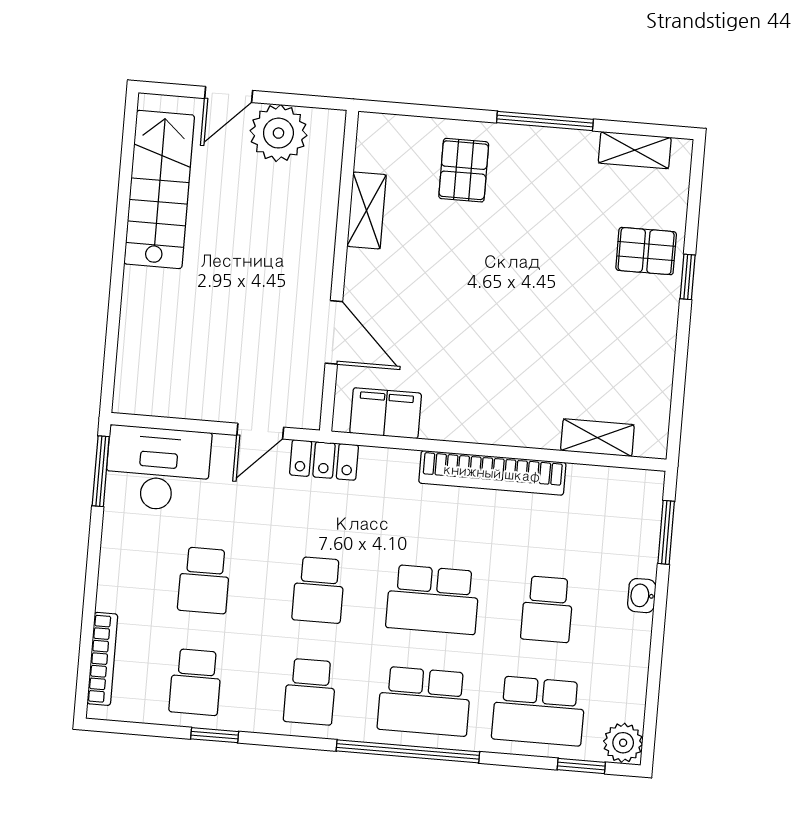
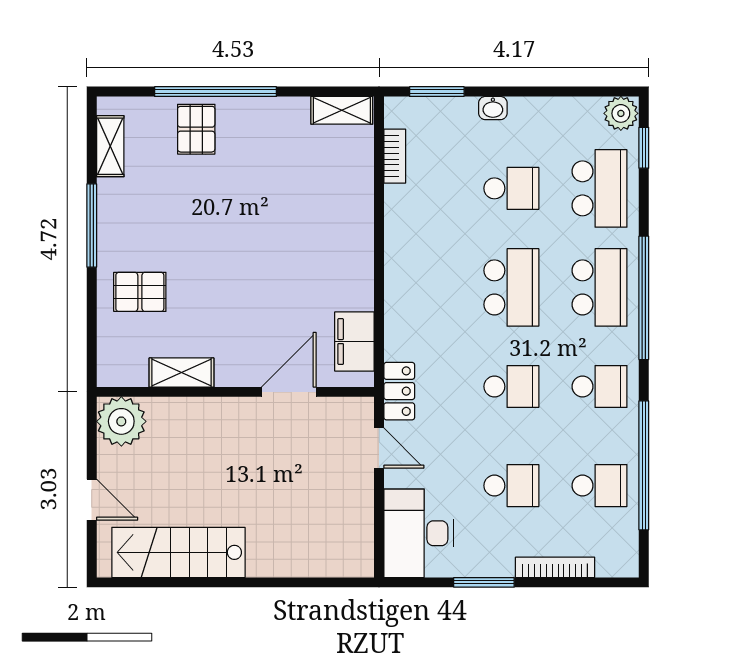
plant: (278, 133) -> (121, 421), moved
window: (688, 277) -> (215, 92), width x3.17
shelving: (597, 438) -> (342, 110), moved, turned 90
window: (101, 471) -> (484, 582), moved
bookcase: (492, 473) -> (395, 156), moved, width x0.43, depth x0.76
bookcase: (102, 659) -> (555, 567), moved
window: (215, 735) -> (644, 465), width x3.17

